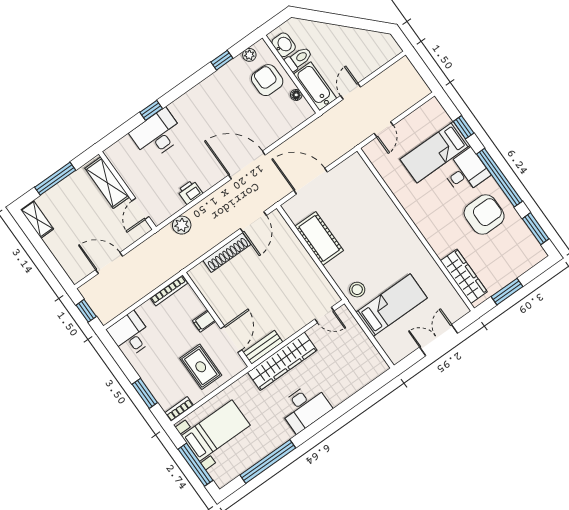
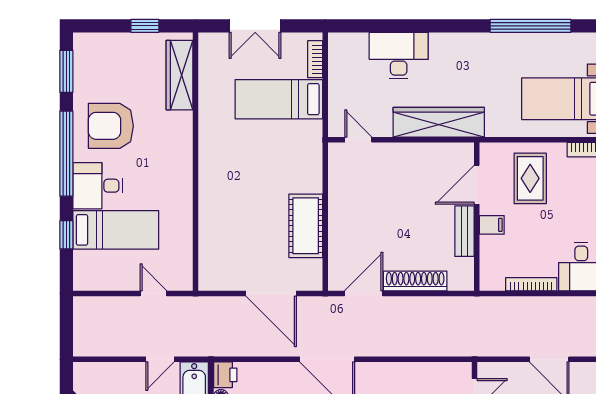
door: (384, 129) -> (154, 293), hinge flipped
printer: (190, 192) -> (225, 375), moved, turned -90
plant: (182, 225) -> (443, 345), removed
stool: (357, 290) -> (304, 142), removed
bookcase: (169, 291) -> (531, 284), moved
window: (507, 292) -> (145, 26), width x0.67
bookcase: (387, 346) -> (315, 59), added
bench: (263, 347) -> (464, 231), moved, turned 90
desk: (305, 407) -> (399, 56), moved

